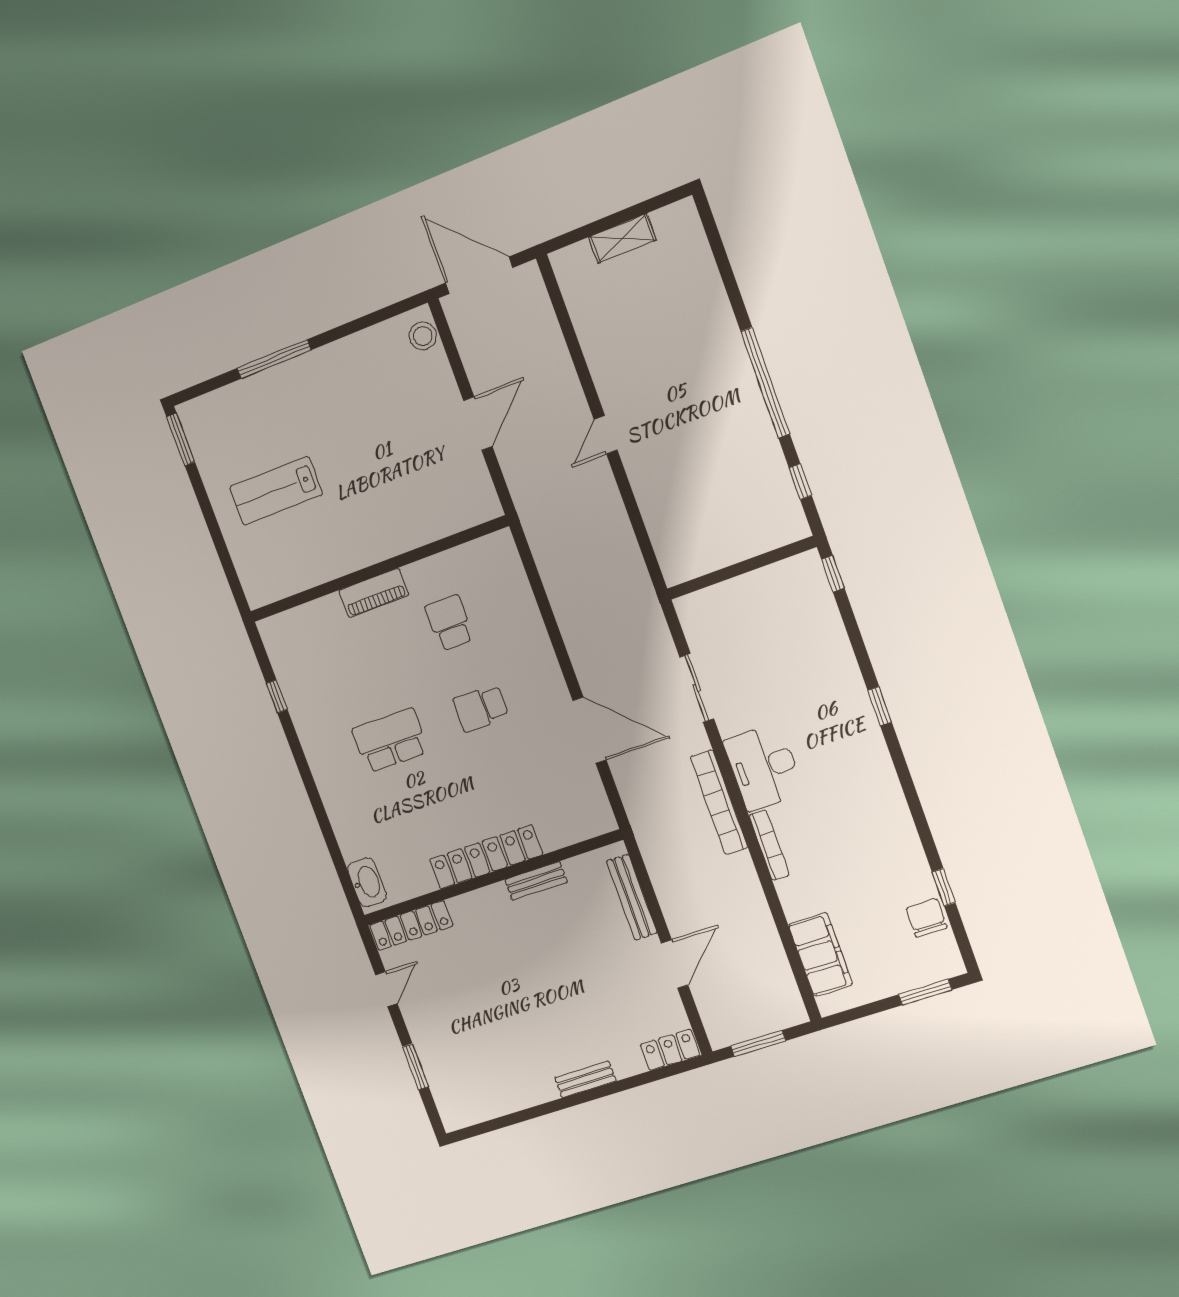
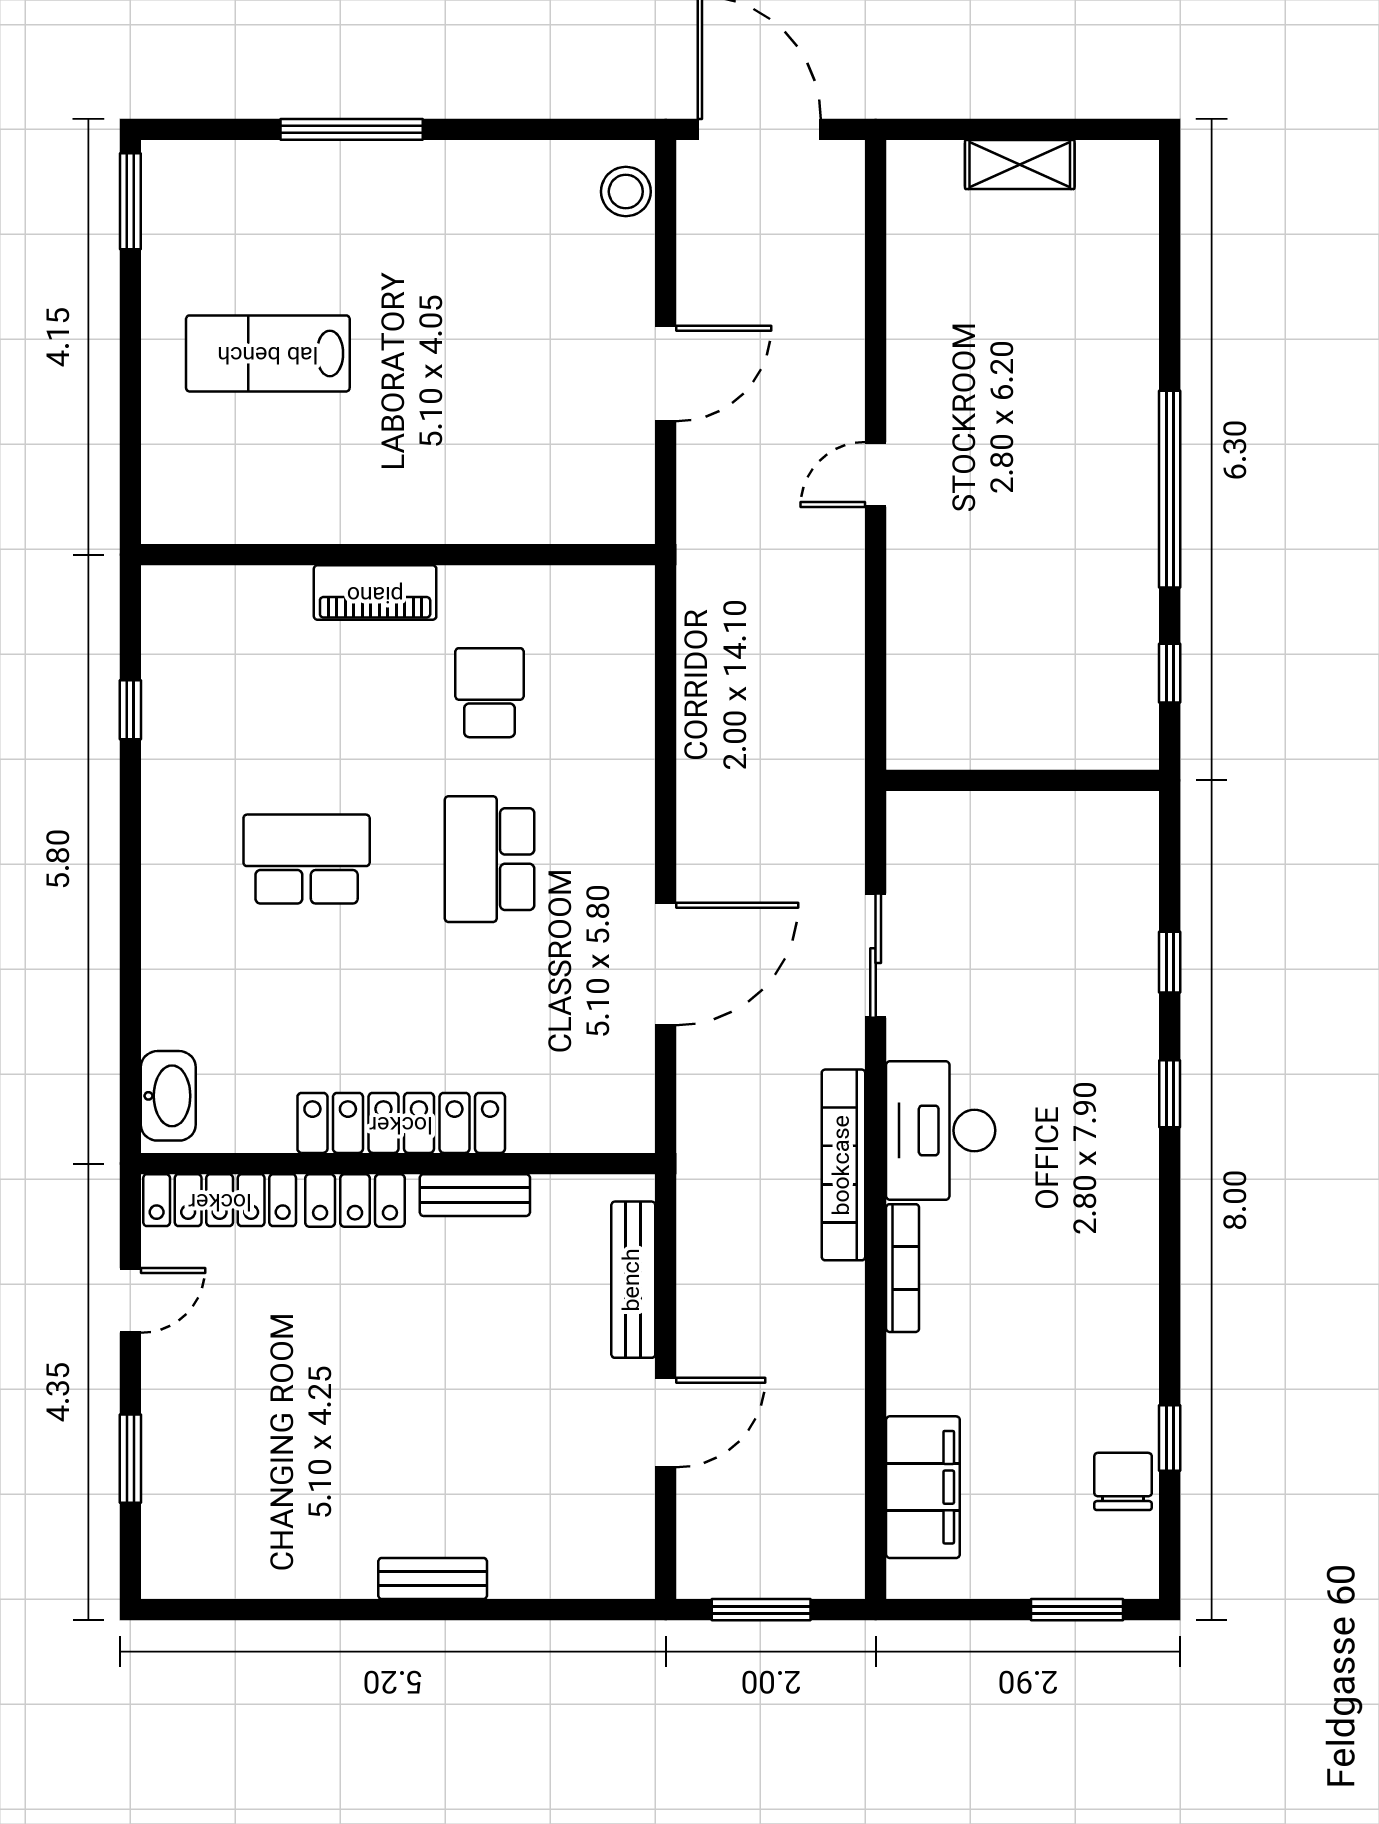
window: (833, 574) -> (1170, 962), moved
school desk: (481, 708) -> (489, 859), width x1.85
door: (590, 730) -> (666, 964), hinge flipped
locker: (670, 1050) -> (355, 1201), moved, turned 180

